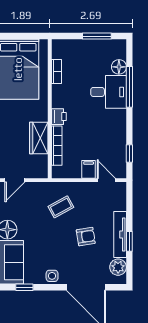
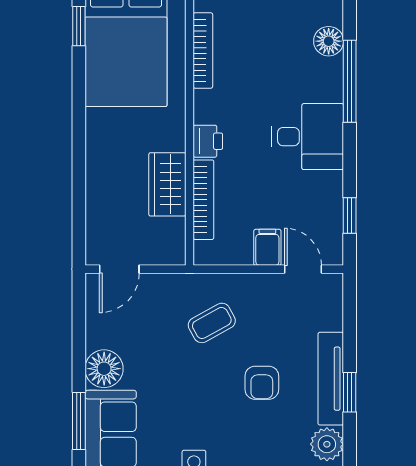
bookcase: (56, 71) -> (203, 50), width x1.56
desk: (109, 92) -> (308, 137), moved
armchair: (86, 237) -> (262, 383), turned 99

